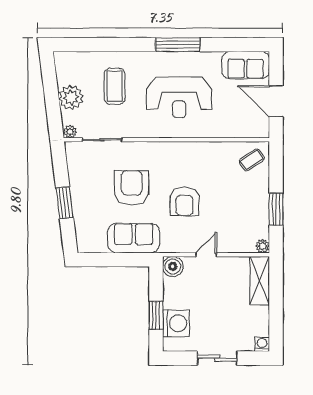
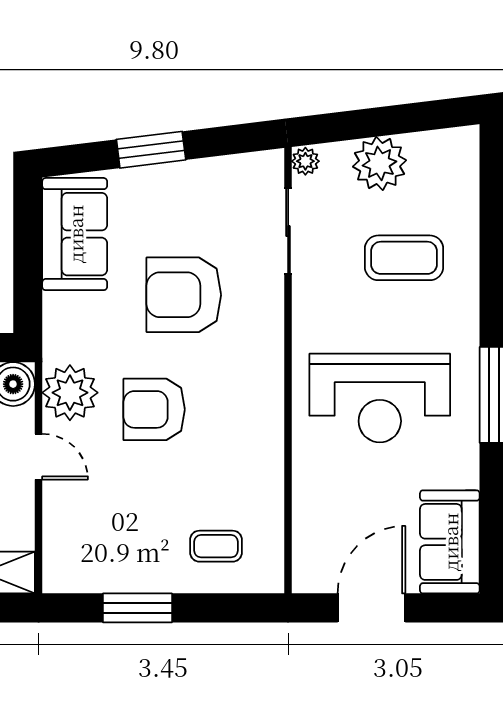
reception desk: (179, 97) -> (380, 398), turned -90
coffee table: (252, 160) -> (216, 546), moved, turned -56
armchair: (132, 188) -> (184, 295), turned 180
sofa: (134, 238) -> (75, 234), moved
plant: (263, 246) -> (70, 393), moved, width x1.87, depth x1.87

